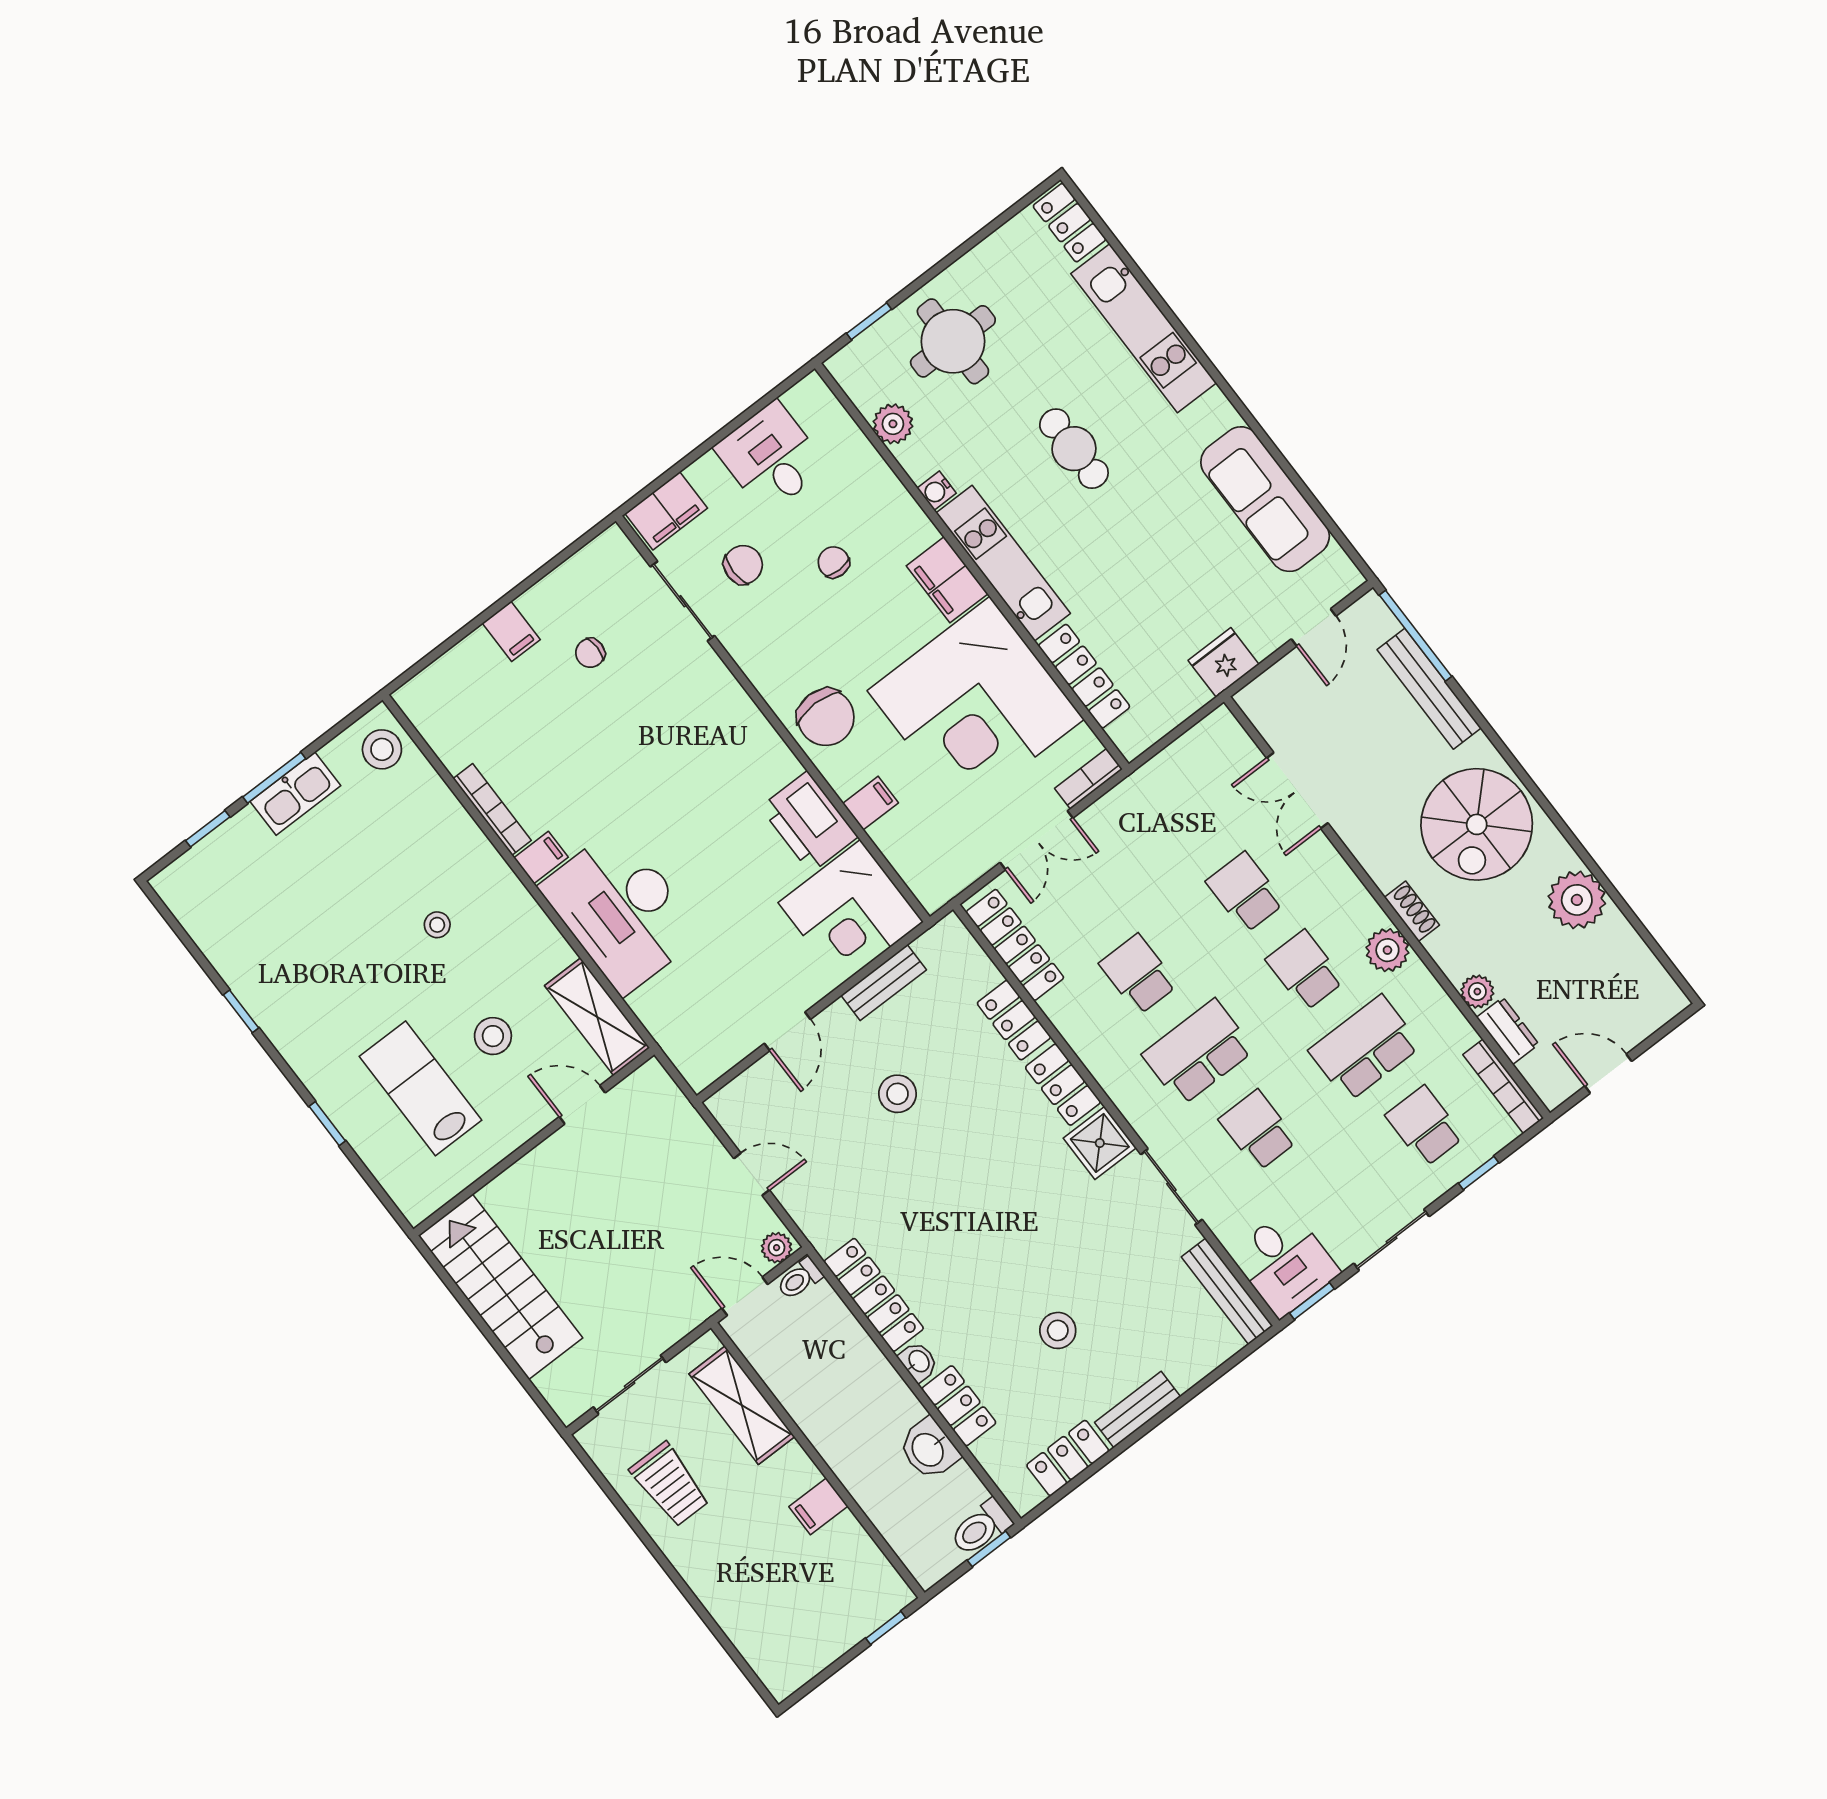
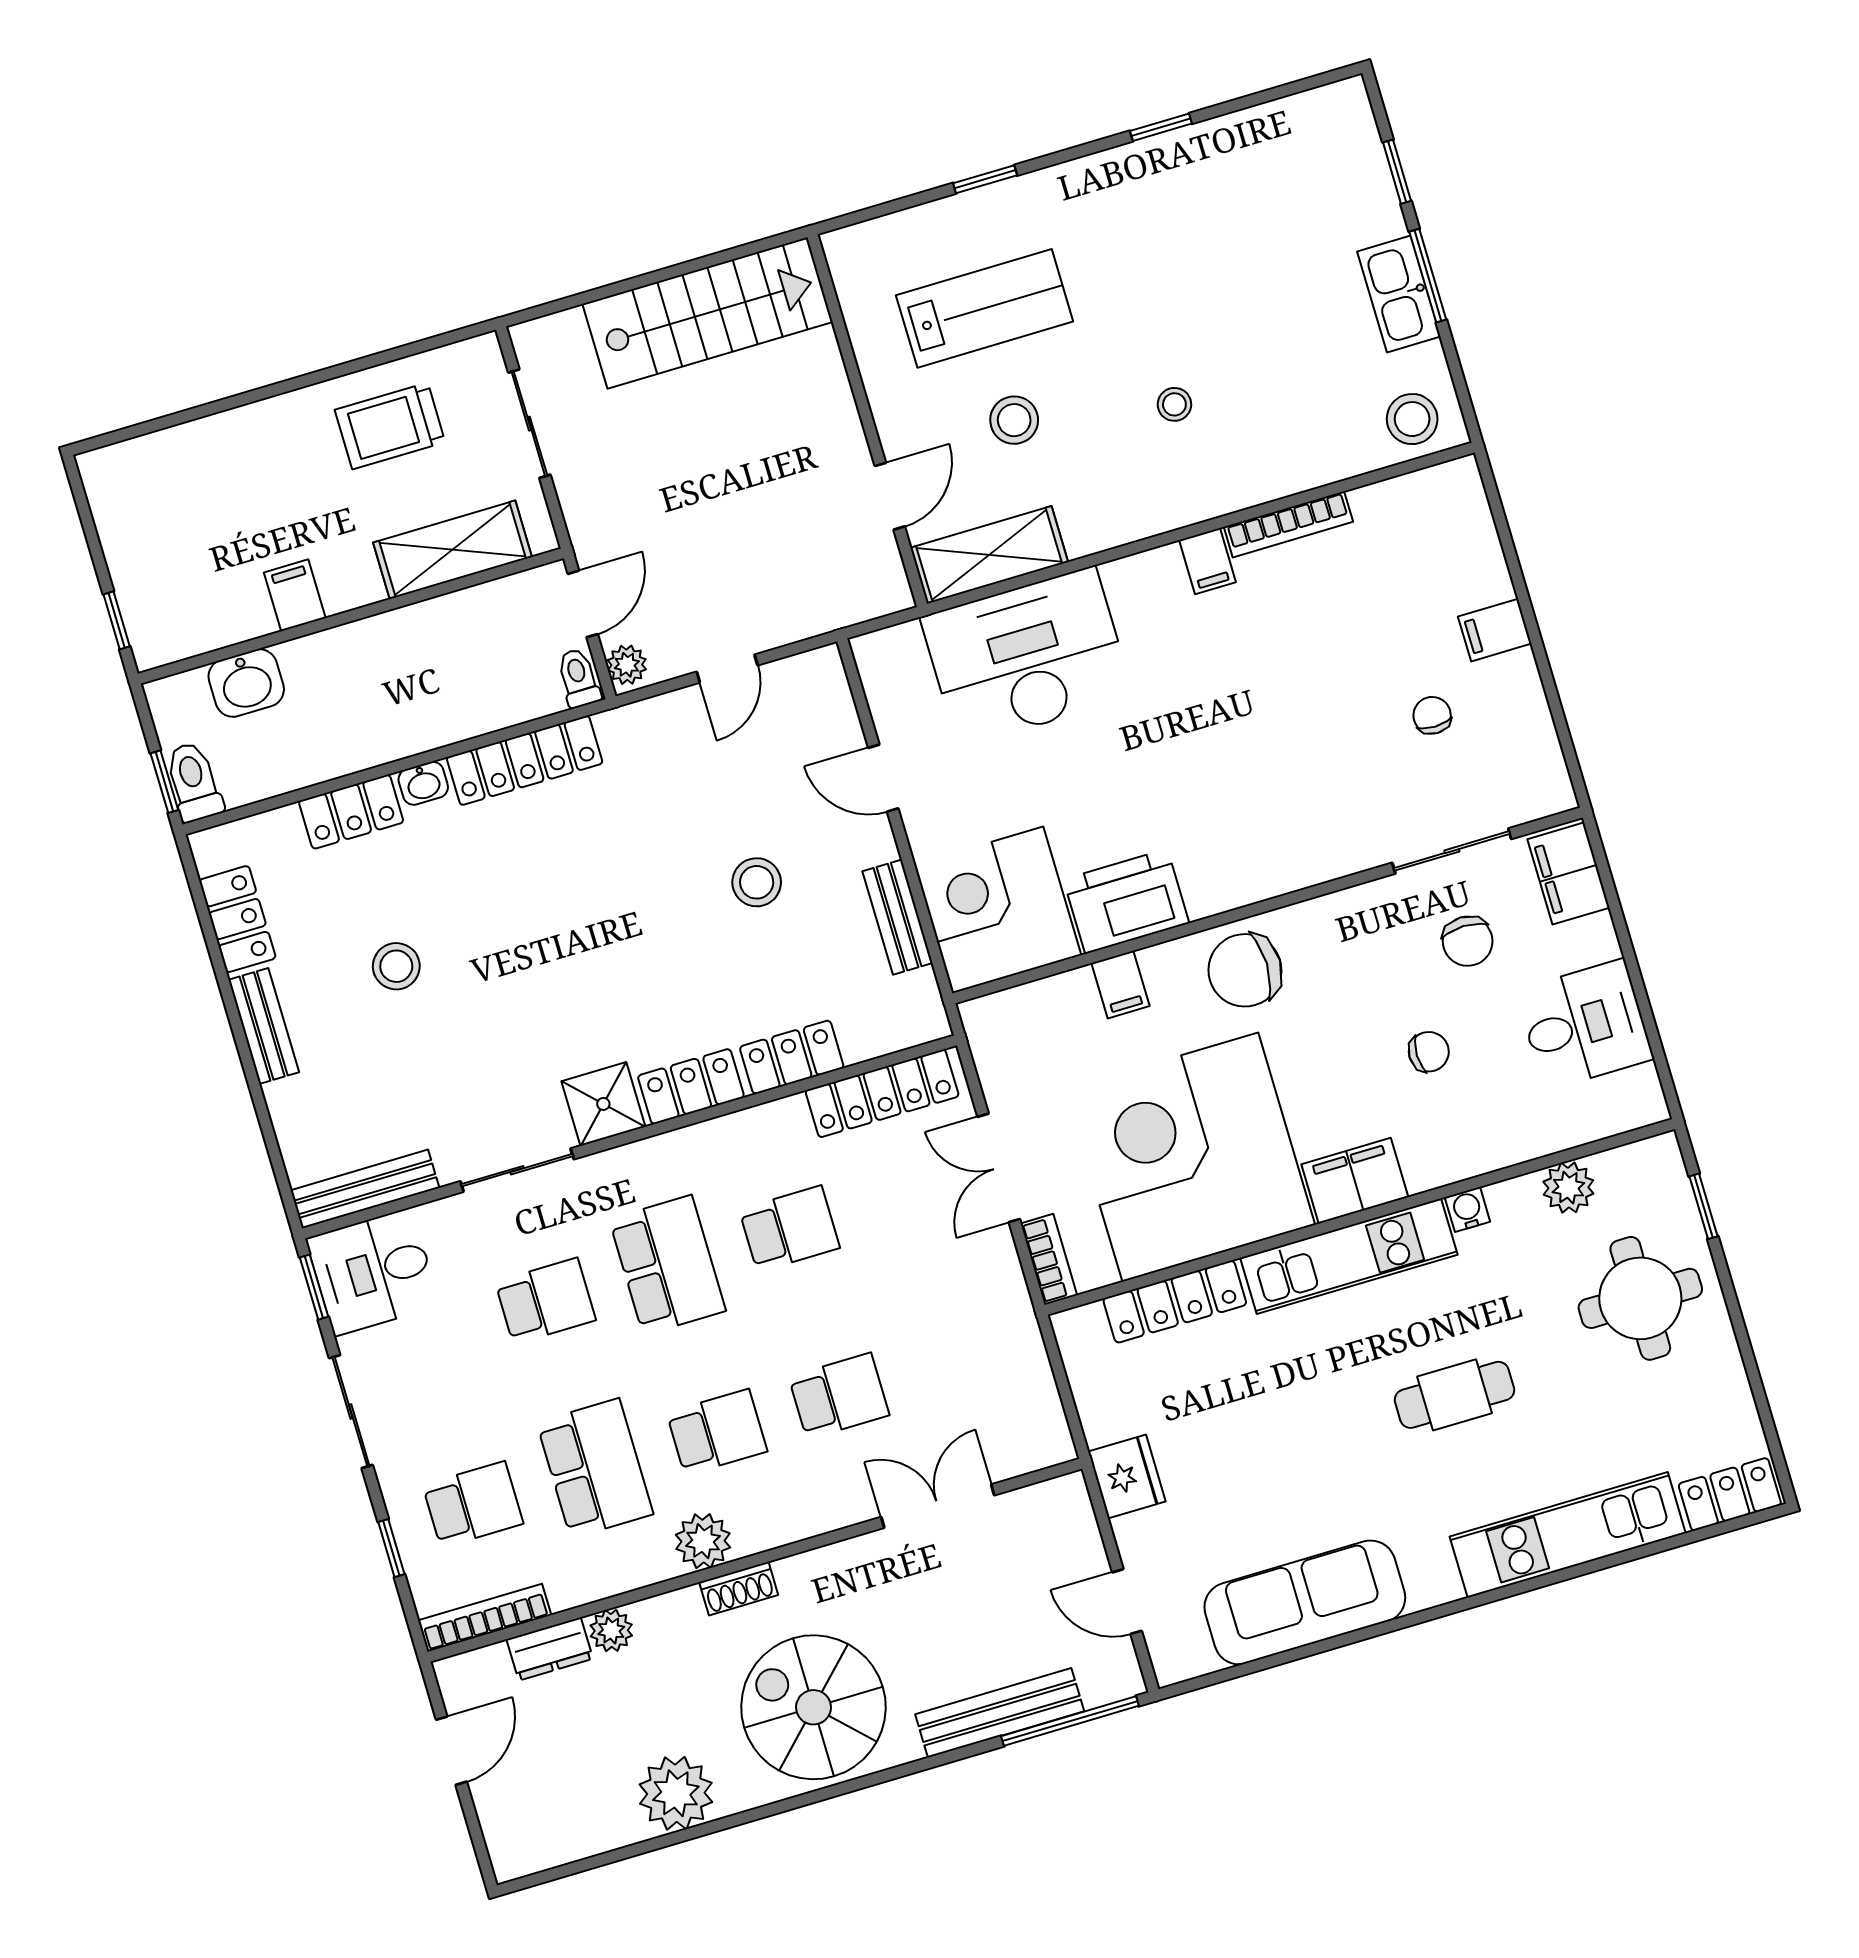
desk: (621, 910) -> (1027, 657), moved
washbasin: (929, 1449) -> (246, 683), moved, turned 180

